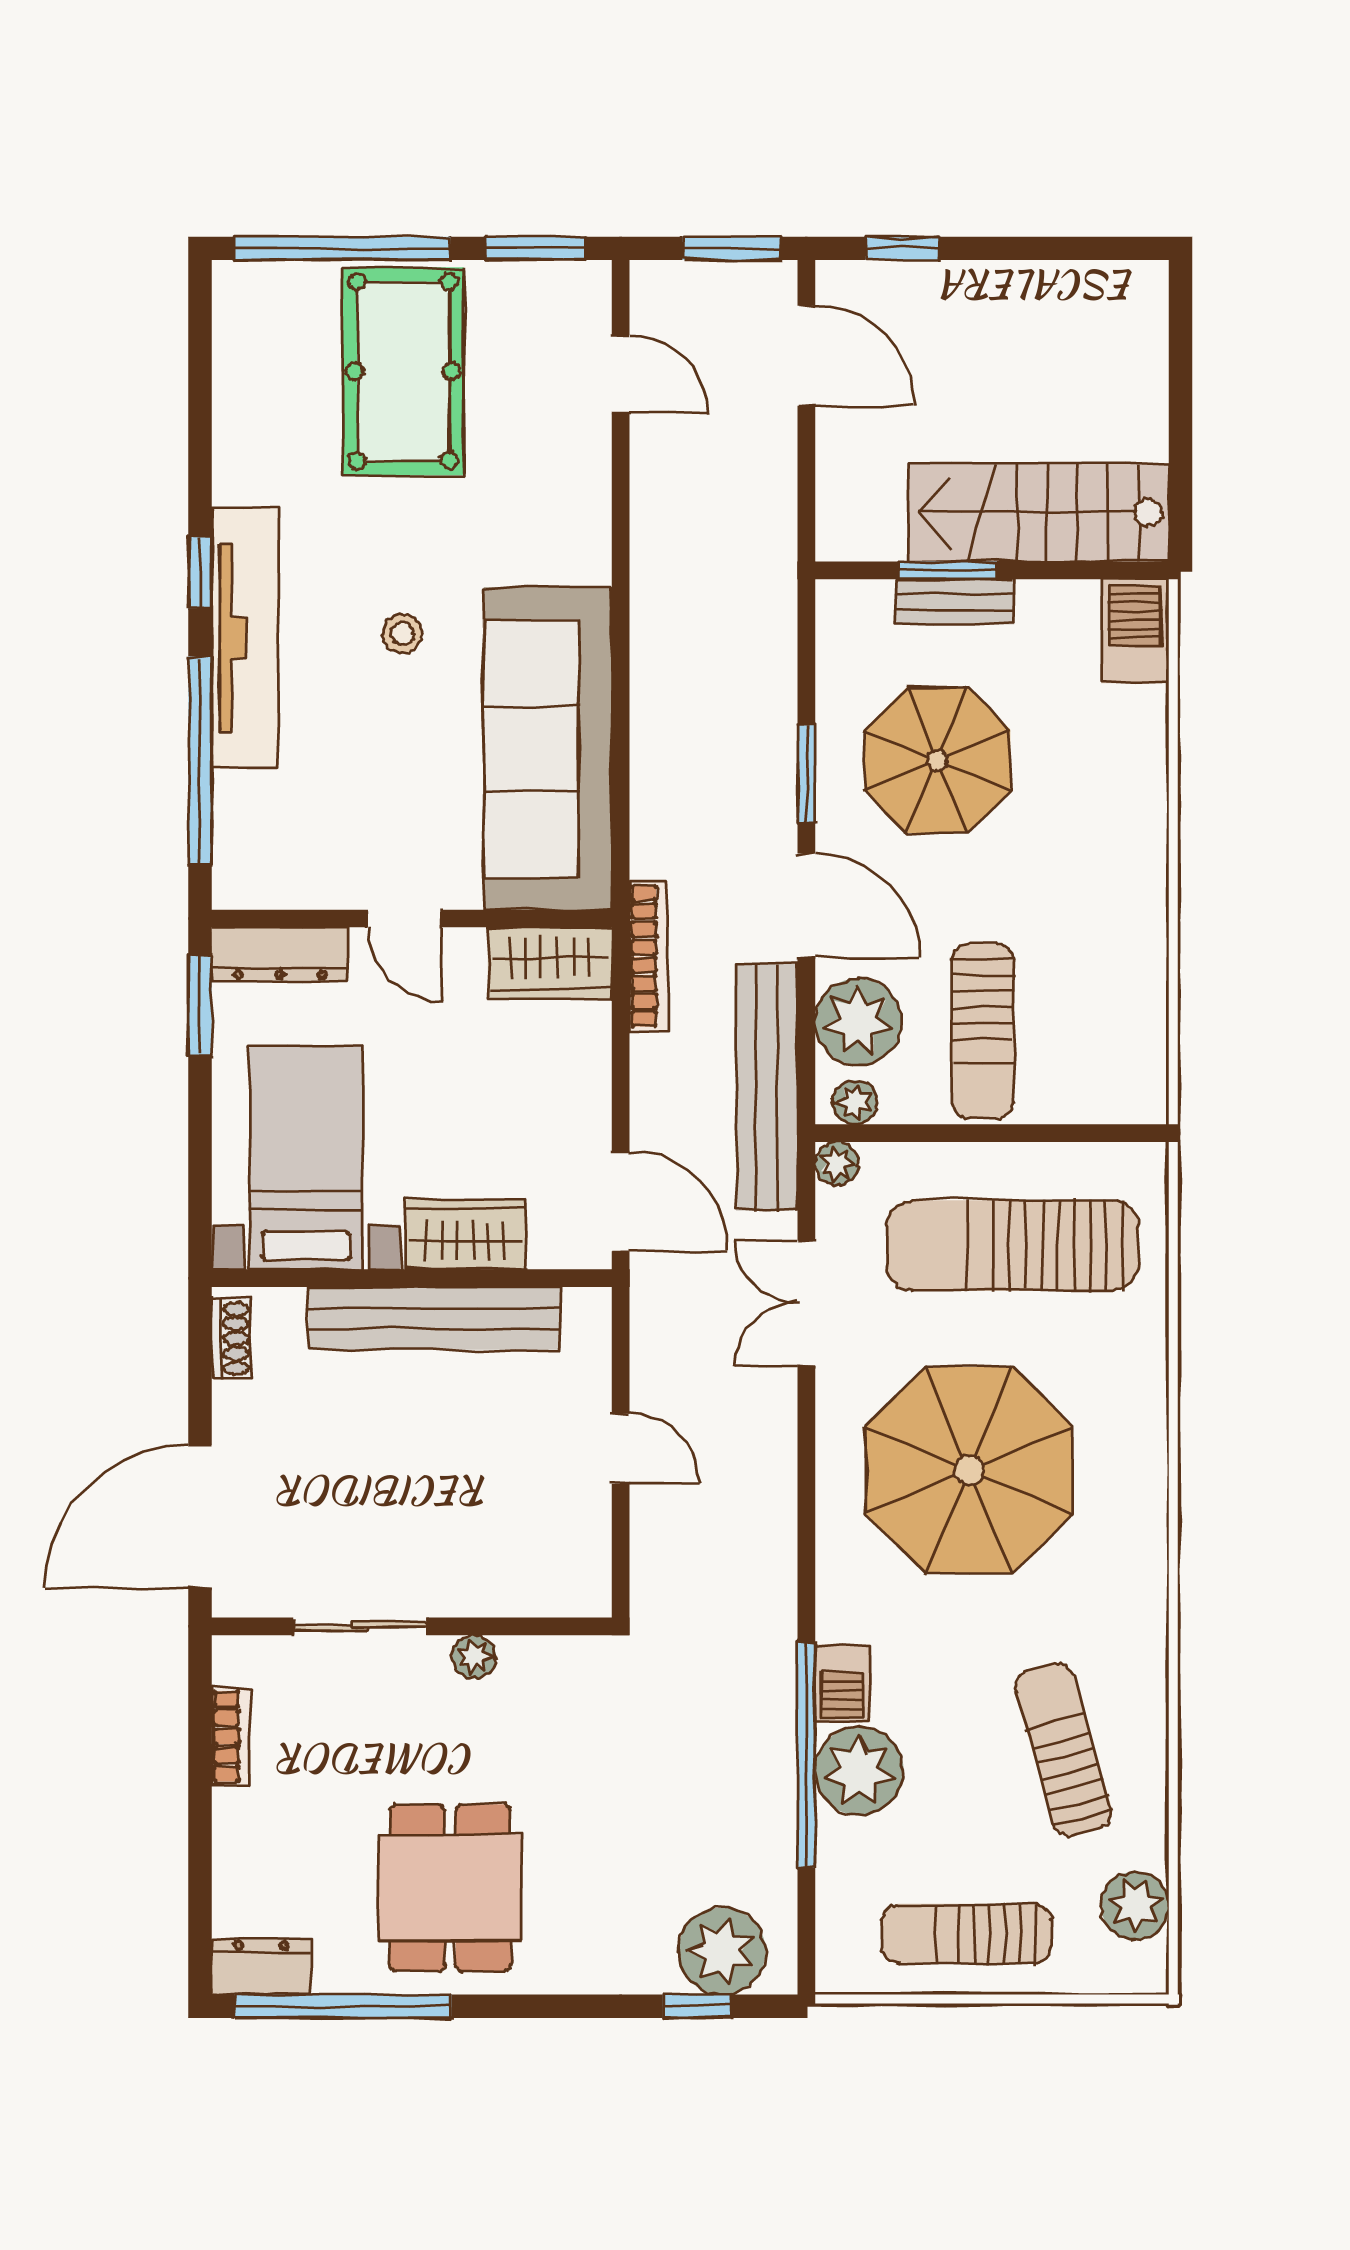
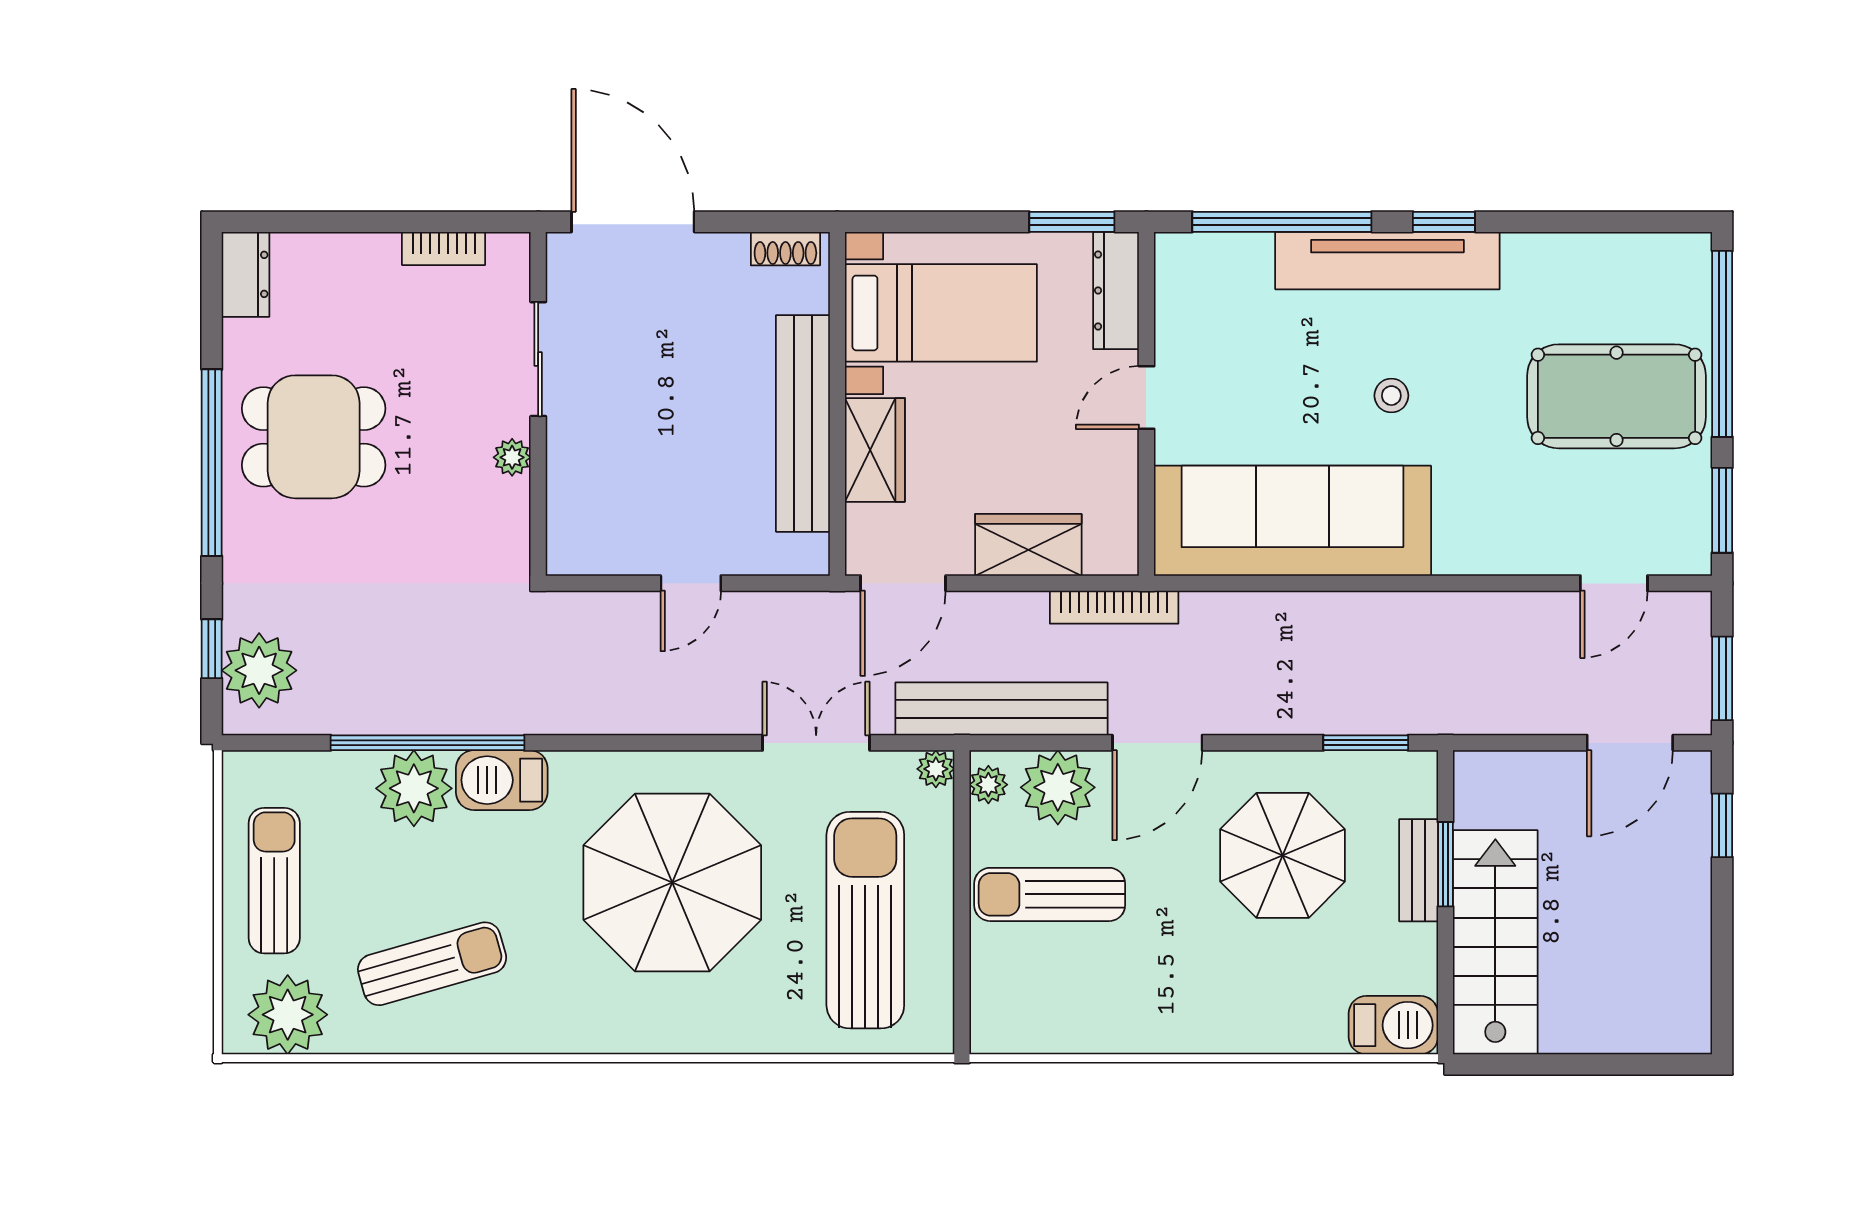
window: (806, 774) -> (1366, 743), moved
wardrobe: (550, 963) -> (1028, 545), moved, turned 90
barbecue: (843, 1683) -> (502, 780), width x1.38, depth x1.27
plant: (1135, 1906) -> (288, 1015), width x1.36, depth x1.36
window: (343, 2006) -> (212, 463), moved

